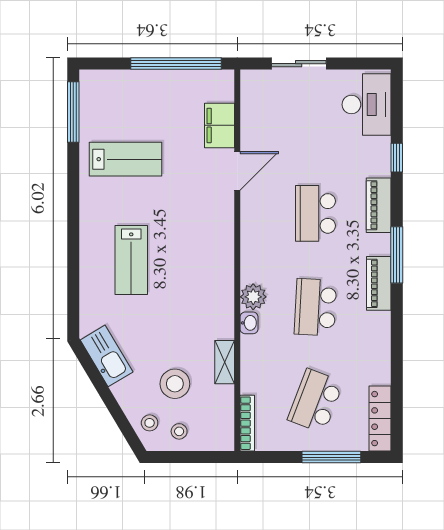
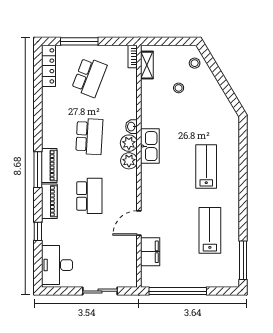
lab bench: (126, 159) -> (210, 230), turned 90
plant: (253, 269) -> (129, 161), added
piano: (379, 283) -> (49, 165), moved
kitchen sink: (107, 356) -> (150, 146), moved, turned -149
shelving: (225, 362) -> (147, 65), moved
stool: (175, 384) -> (179, 88), width x0.53, depth x0.53
bookcase: (247, 423) -> (133, 57), width x0.64
stool: (179, 431) -> (176, 58), removed

